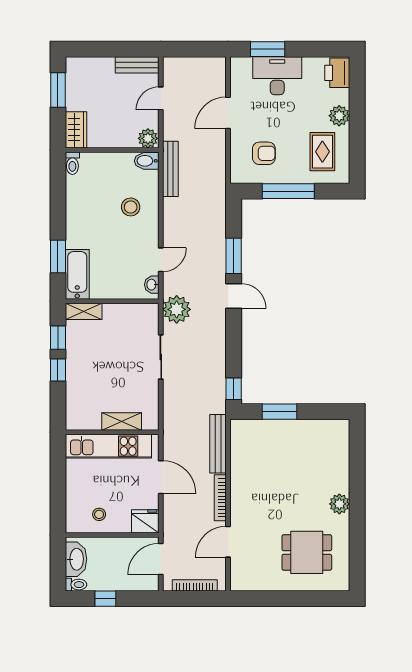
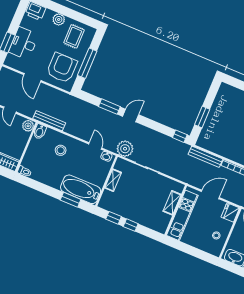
rug: (322, 152) -> (74, 36), turned 90
armchair: (264, 153) -> (62, 68), width x1.88, depth x1.88
bathtub: (77, 274) -> (81, 189), width x1.36, depth x1.36
shelving: (84, 311) -> (113, 180), moved

